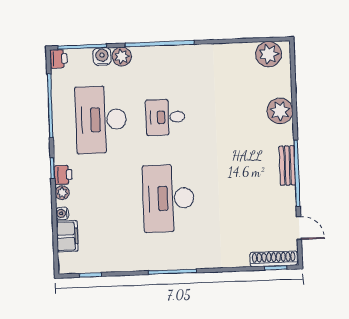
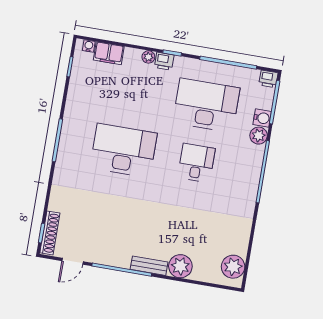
bench: (287, 166) -> (149, 266), moved
water cooler: (62, 213) -> (89, 46), moved

